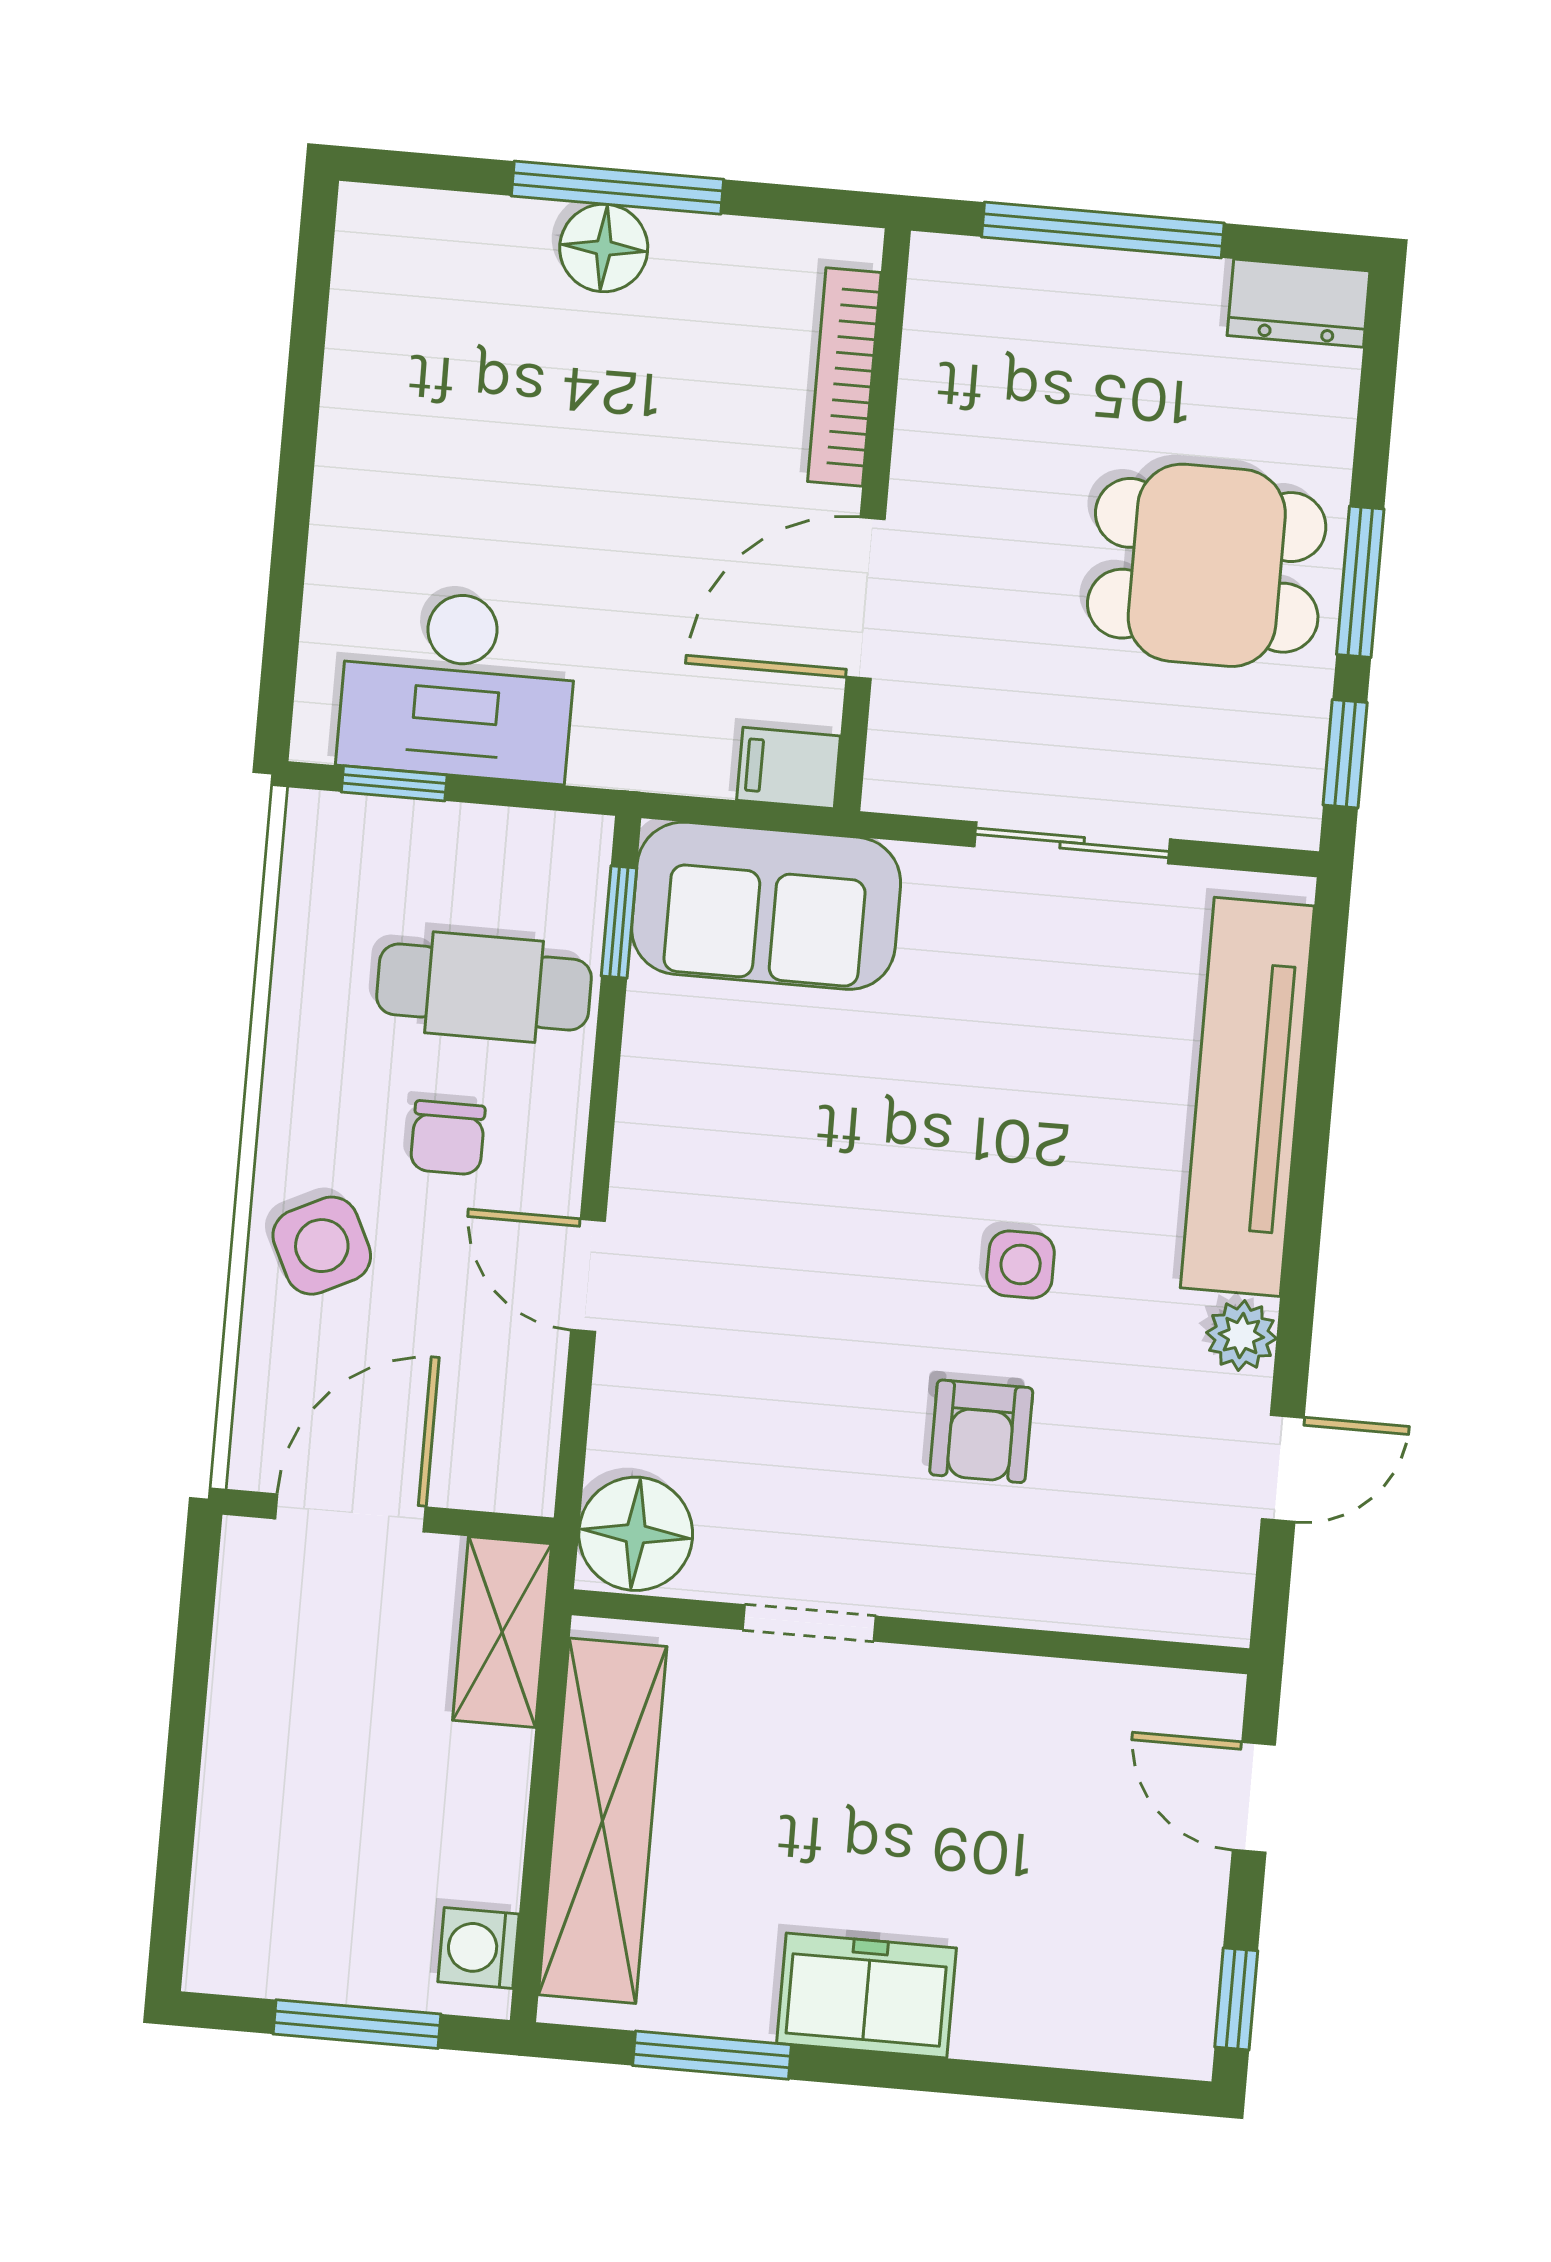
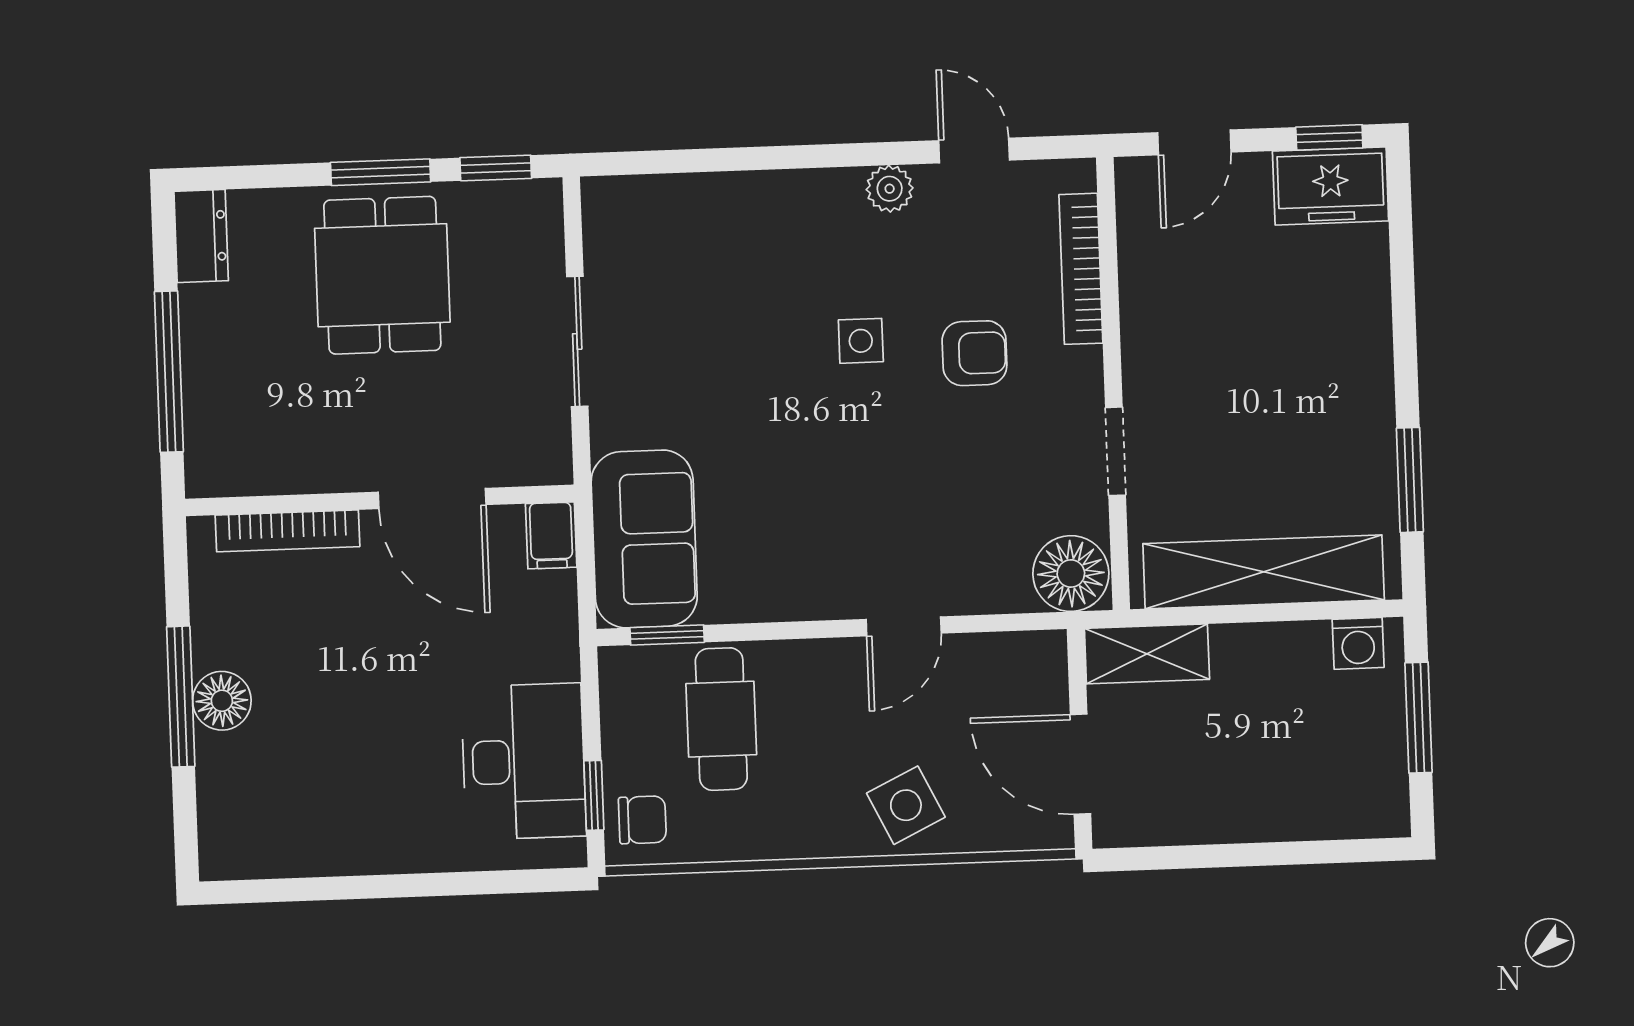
tv unit: (1247, 1097) -> (731, 204), removed
chair: (448, 1138) -> (642, 820), moved
bookcase: (1087, 1605) -> (1081, 269), added
freezer: (866, 1996) -> (1331, 186), moved, turned -90

